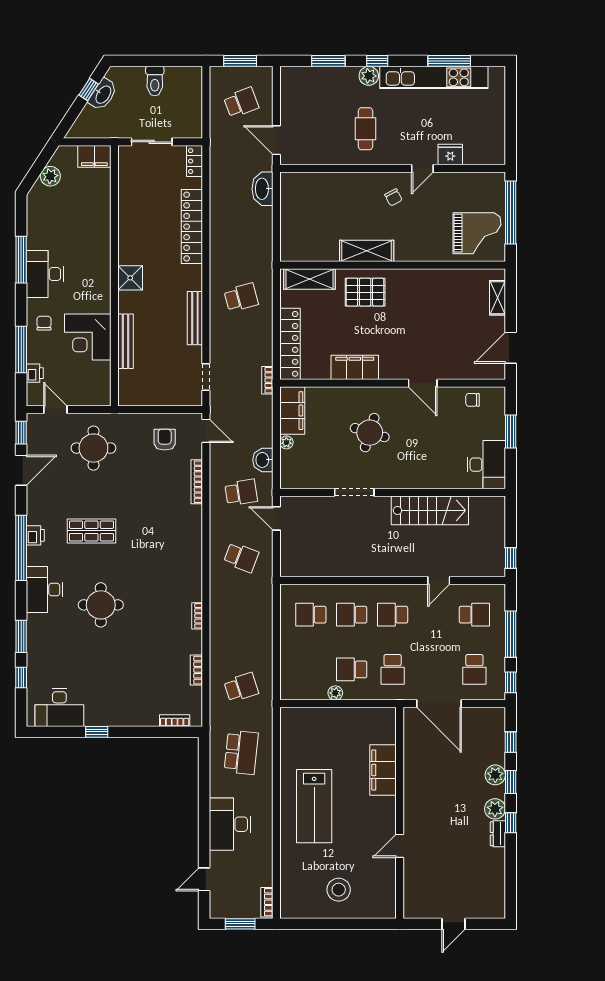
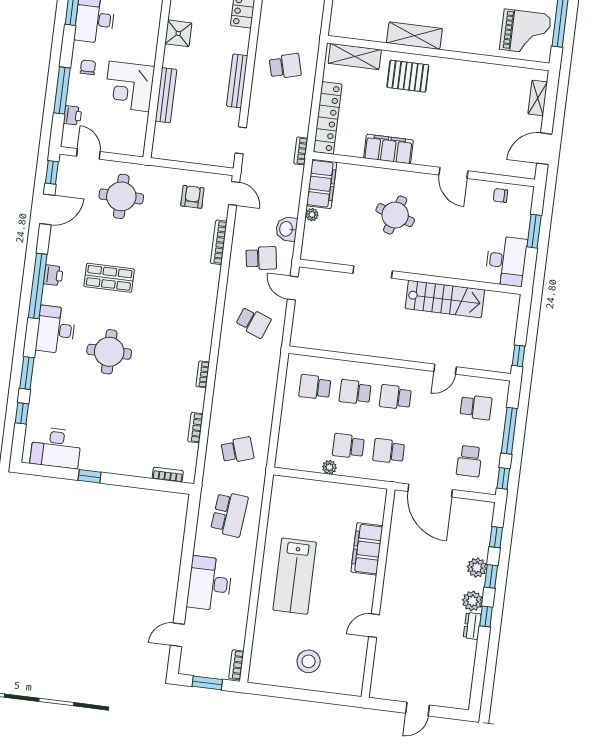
school desk: (393, 669) -> (389, 451), turned 90

